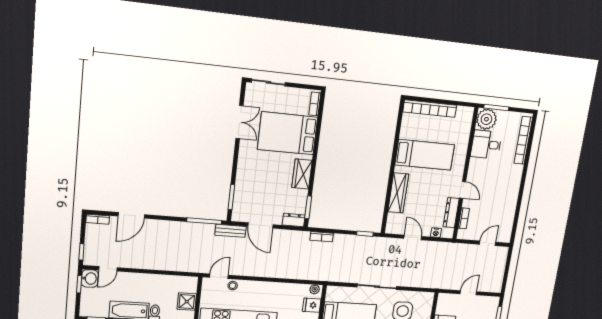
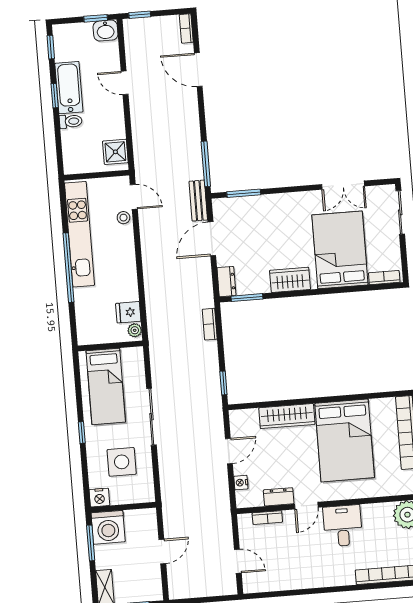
desk: (486, 145) -> (343, 526), moved
bed: (425, 155) -> (345, 440), width x1.50
dresser: (451, 213) -> (279, 497), width x0.70
door: (108, 269) -> (125, 83), moved
door: (468, 293) -> (162, 552), hinge flipped
shower: (187, 302) -> (115, 152), moved
fridge: (312, 305) -> (128, 312), moved, turned -90

